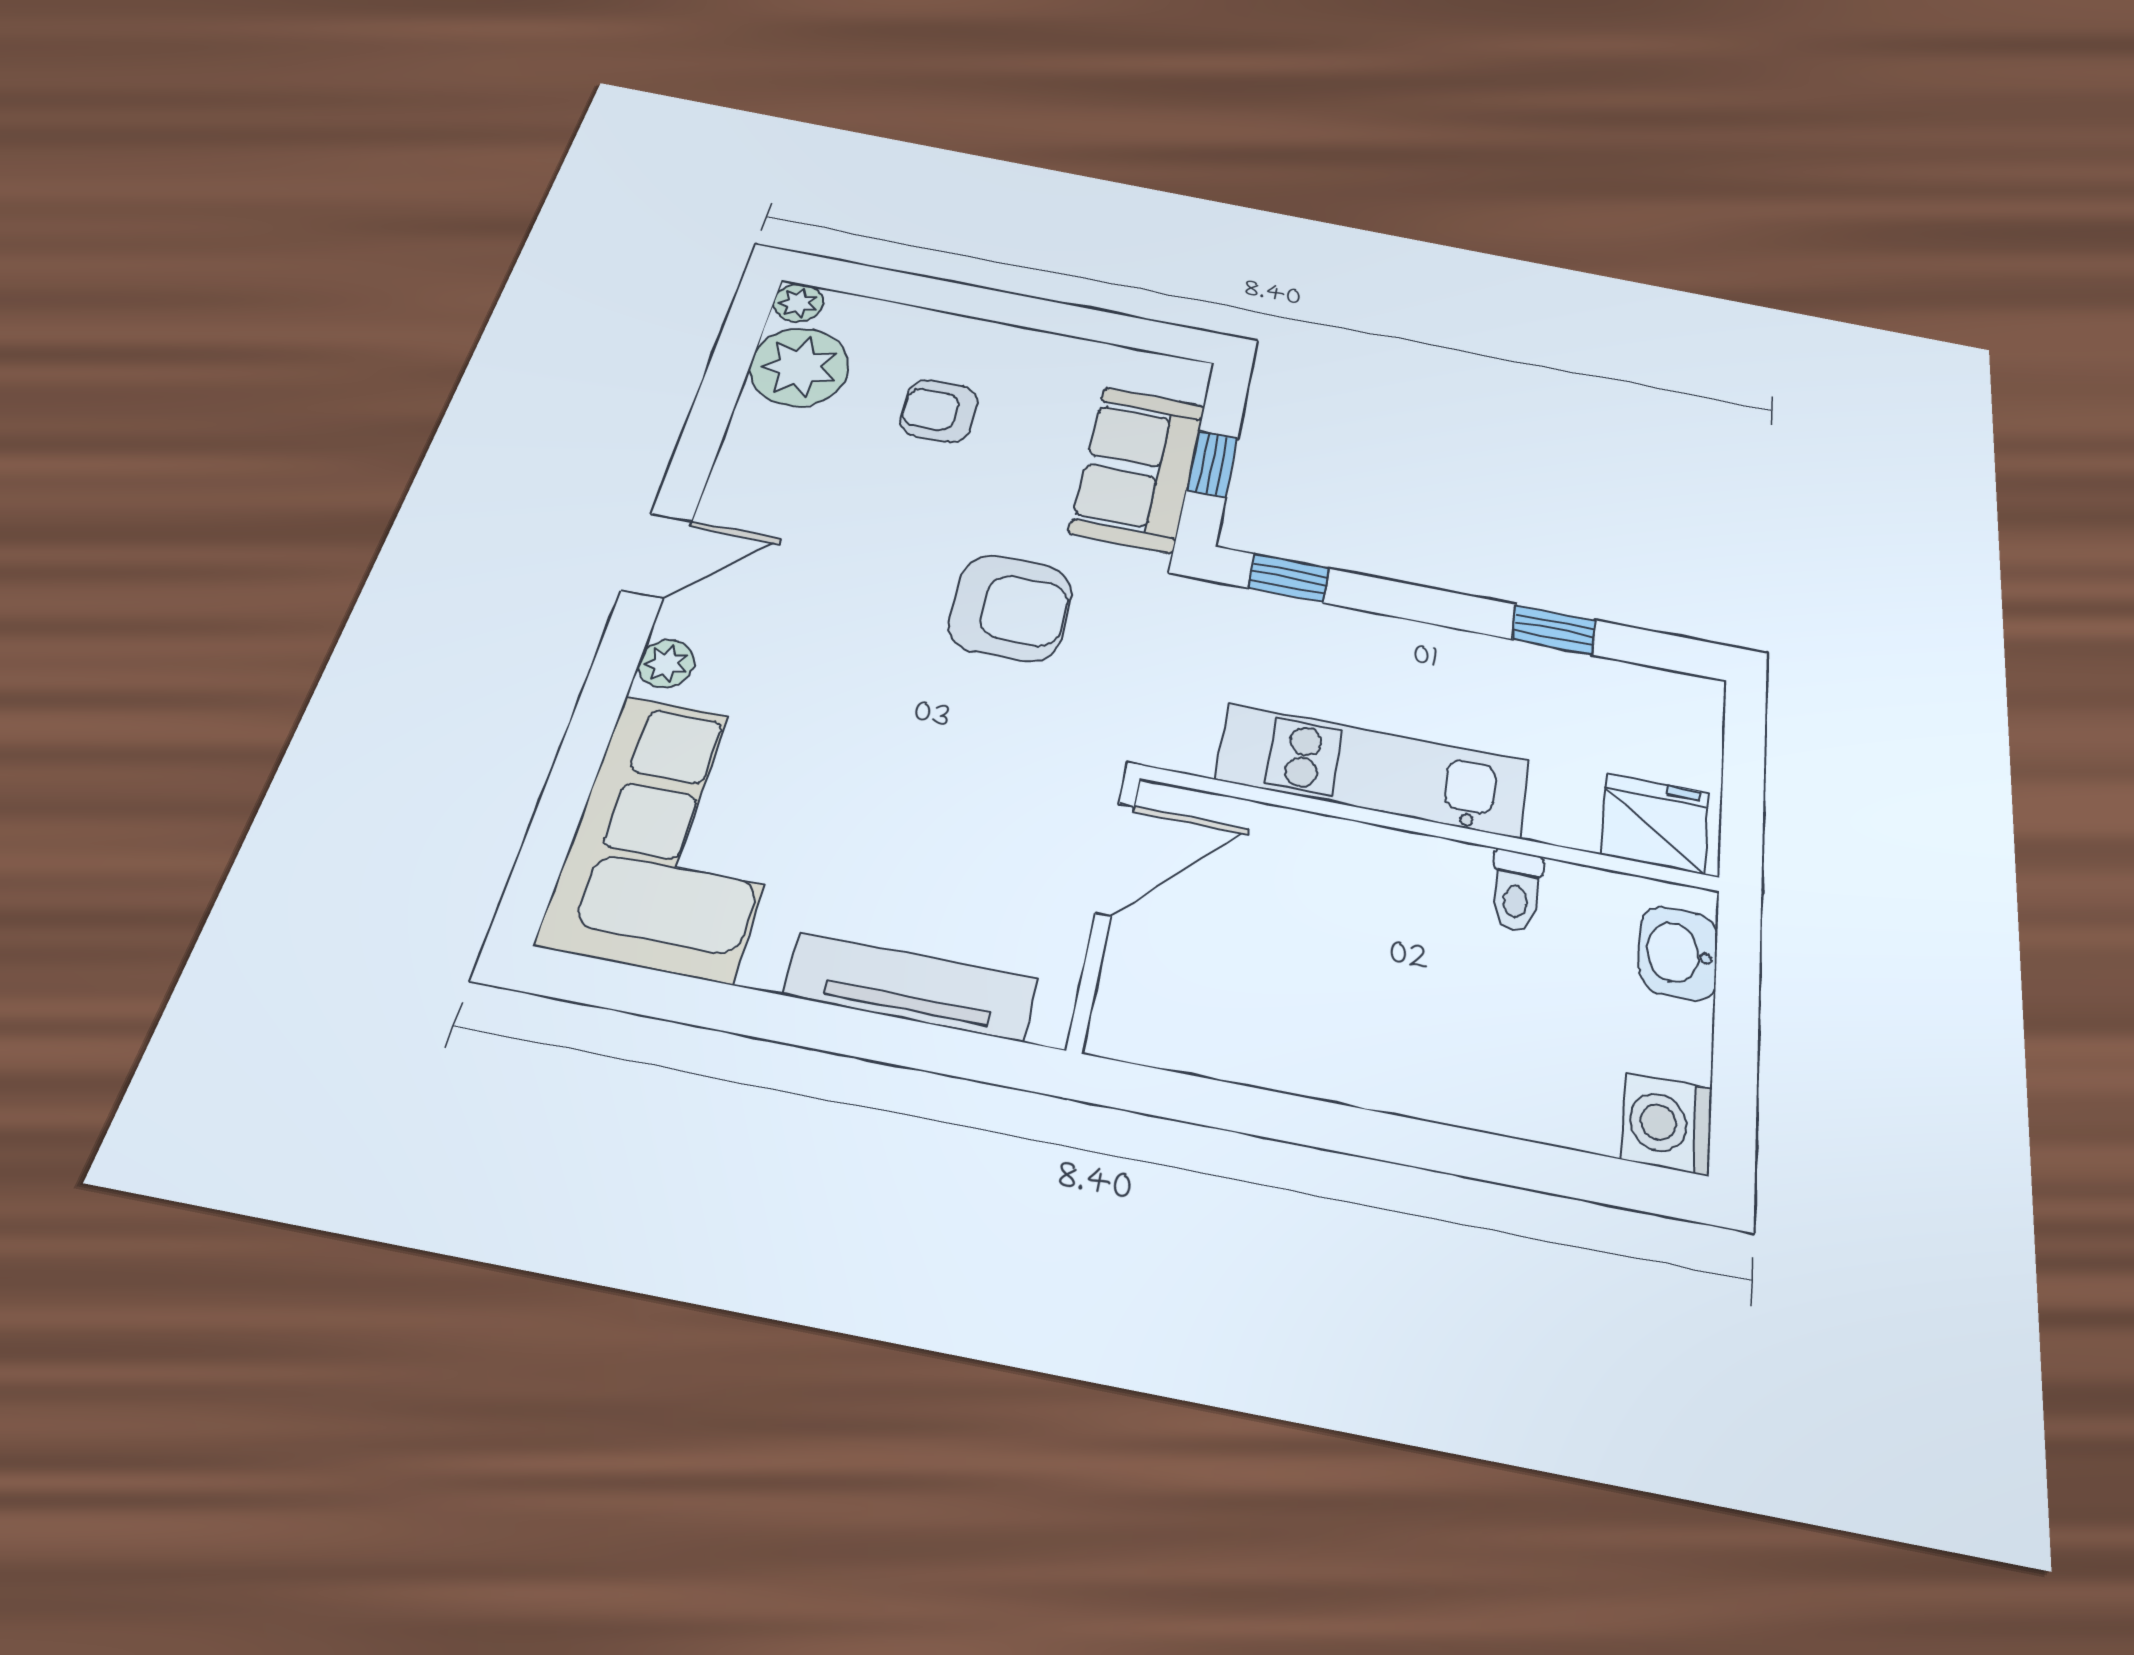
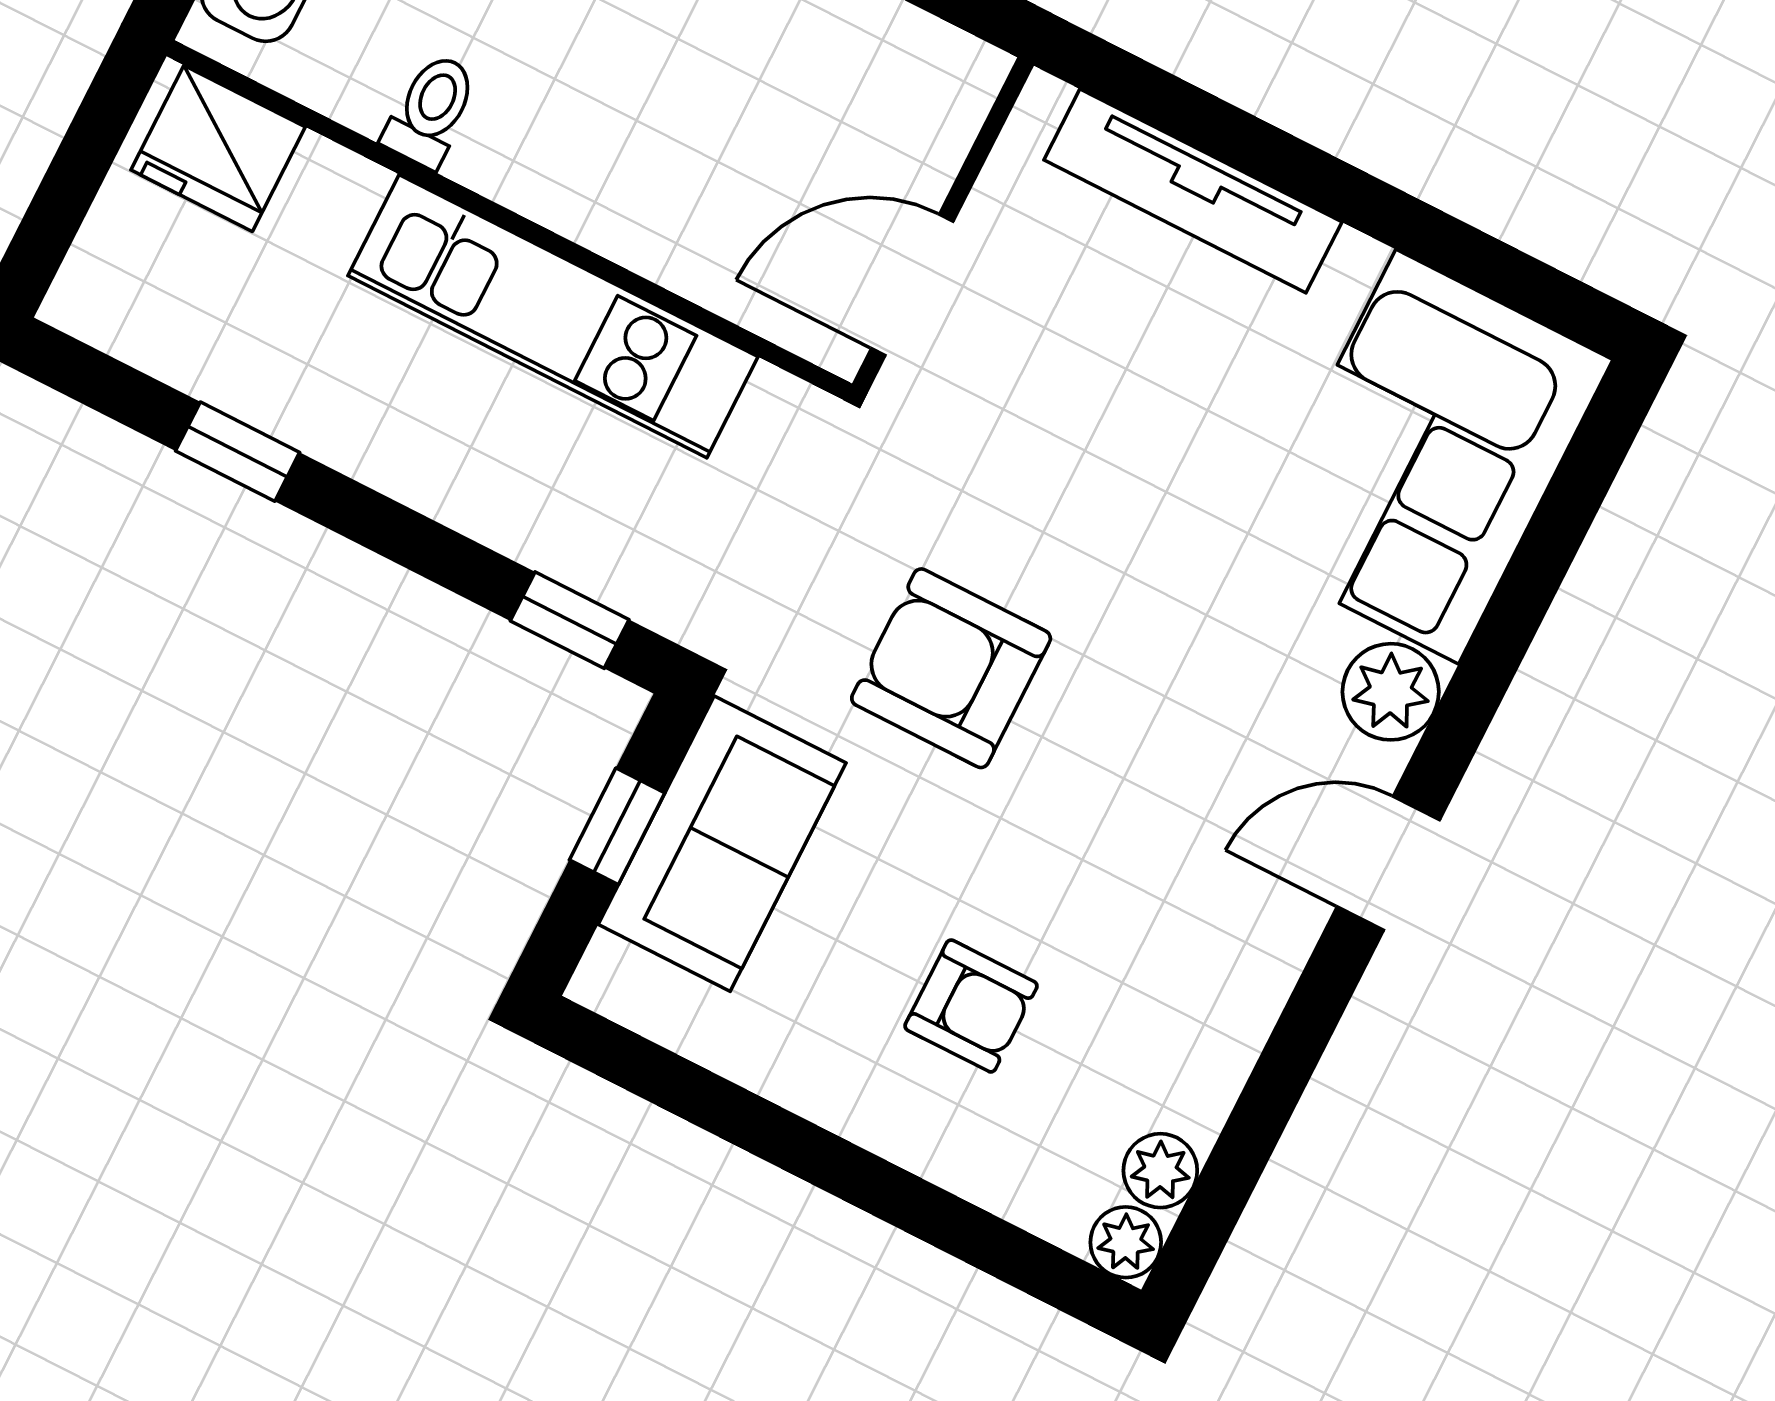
plant: (800, 367) -> (1160, 1171), width x0.53, depth x0.53
plant: (666, 664) -> (1391, 692), width x1.38, depth x1.38

